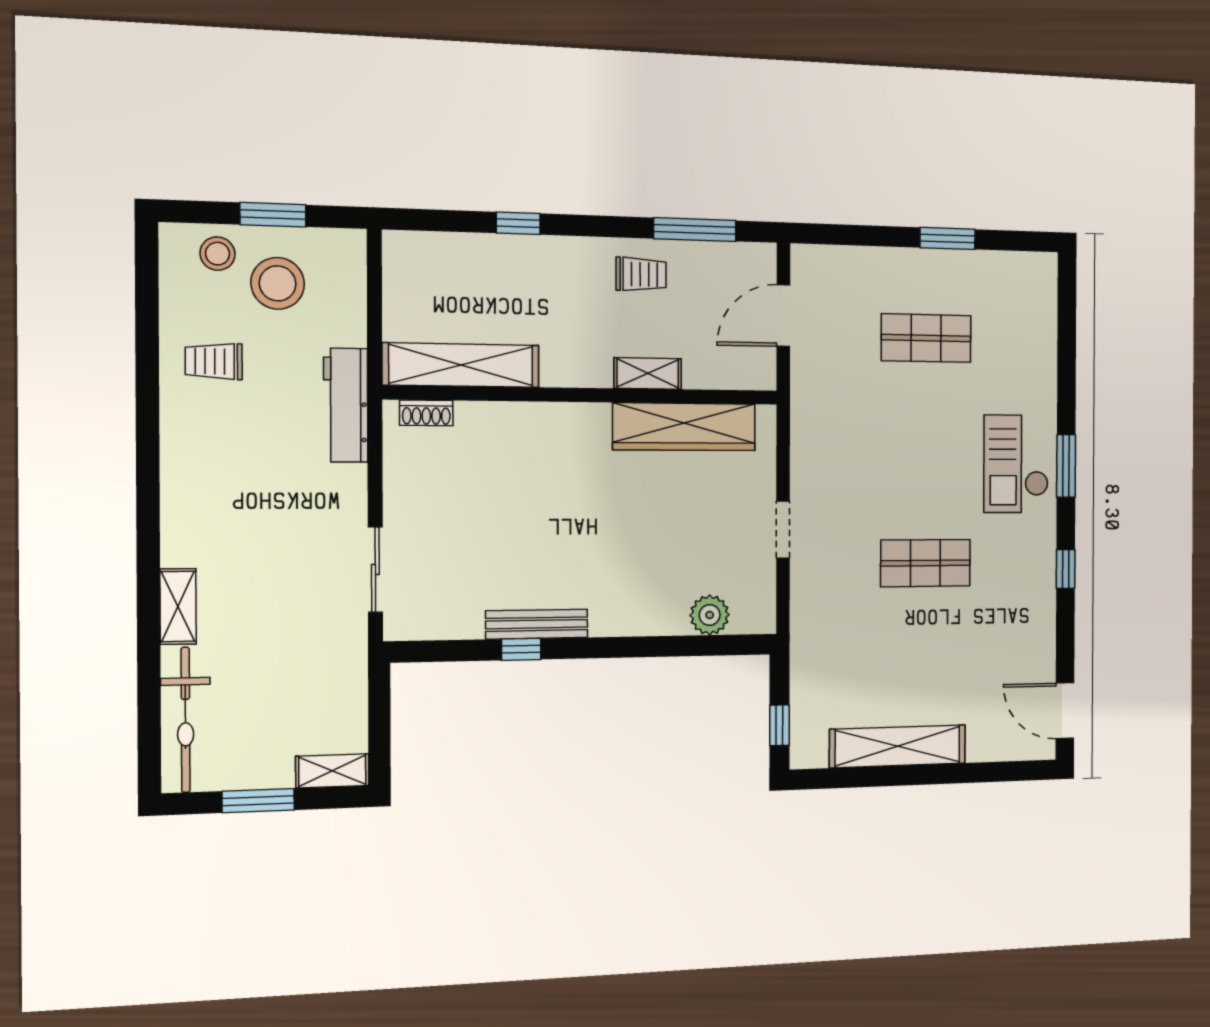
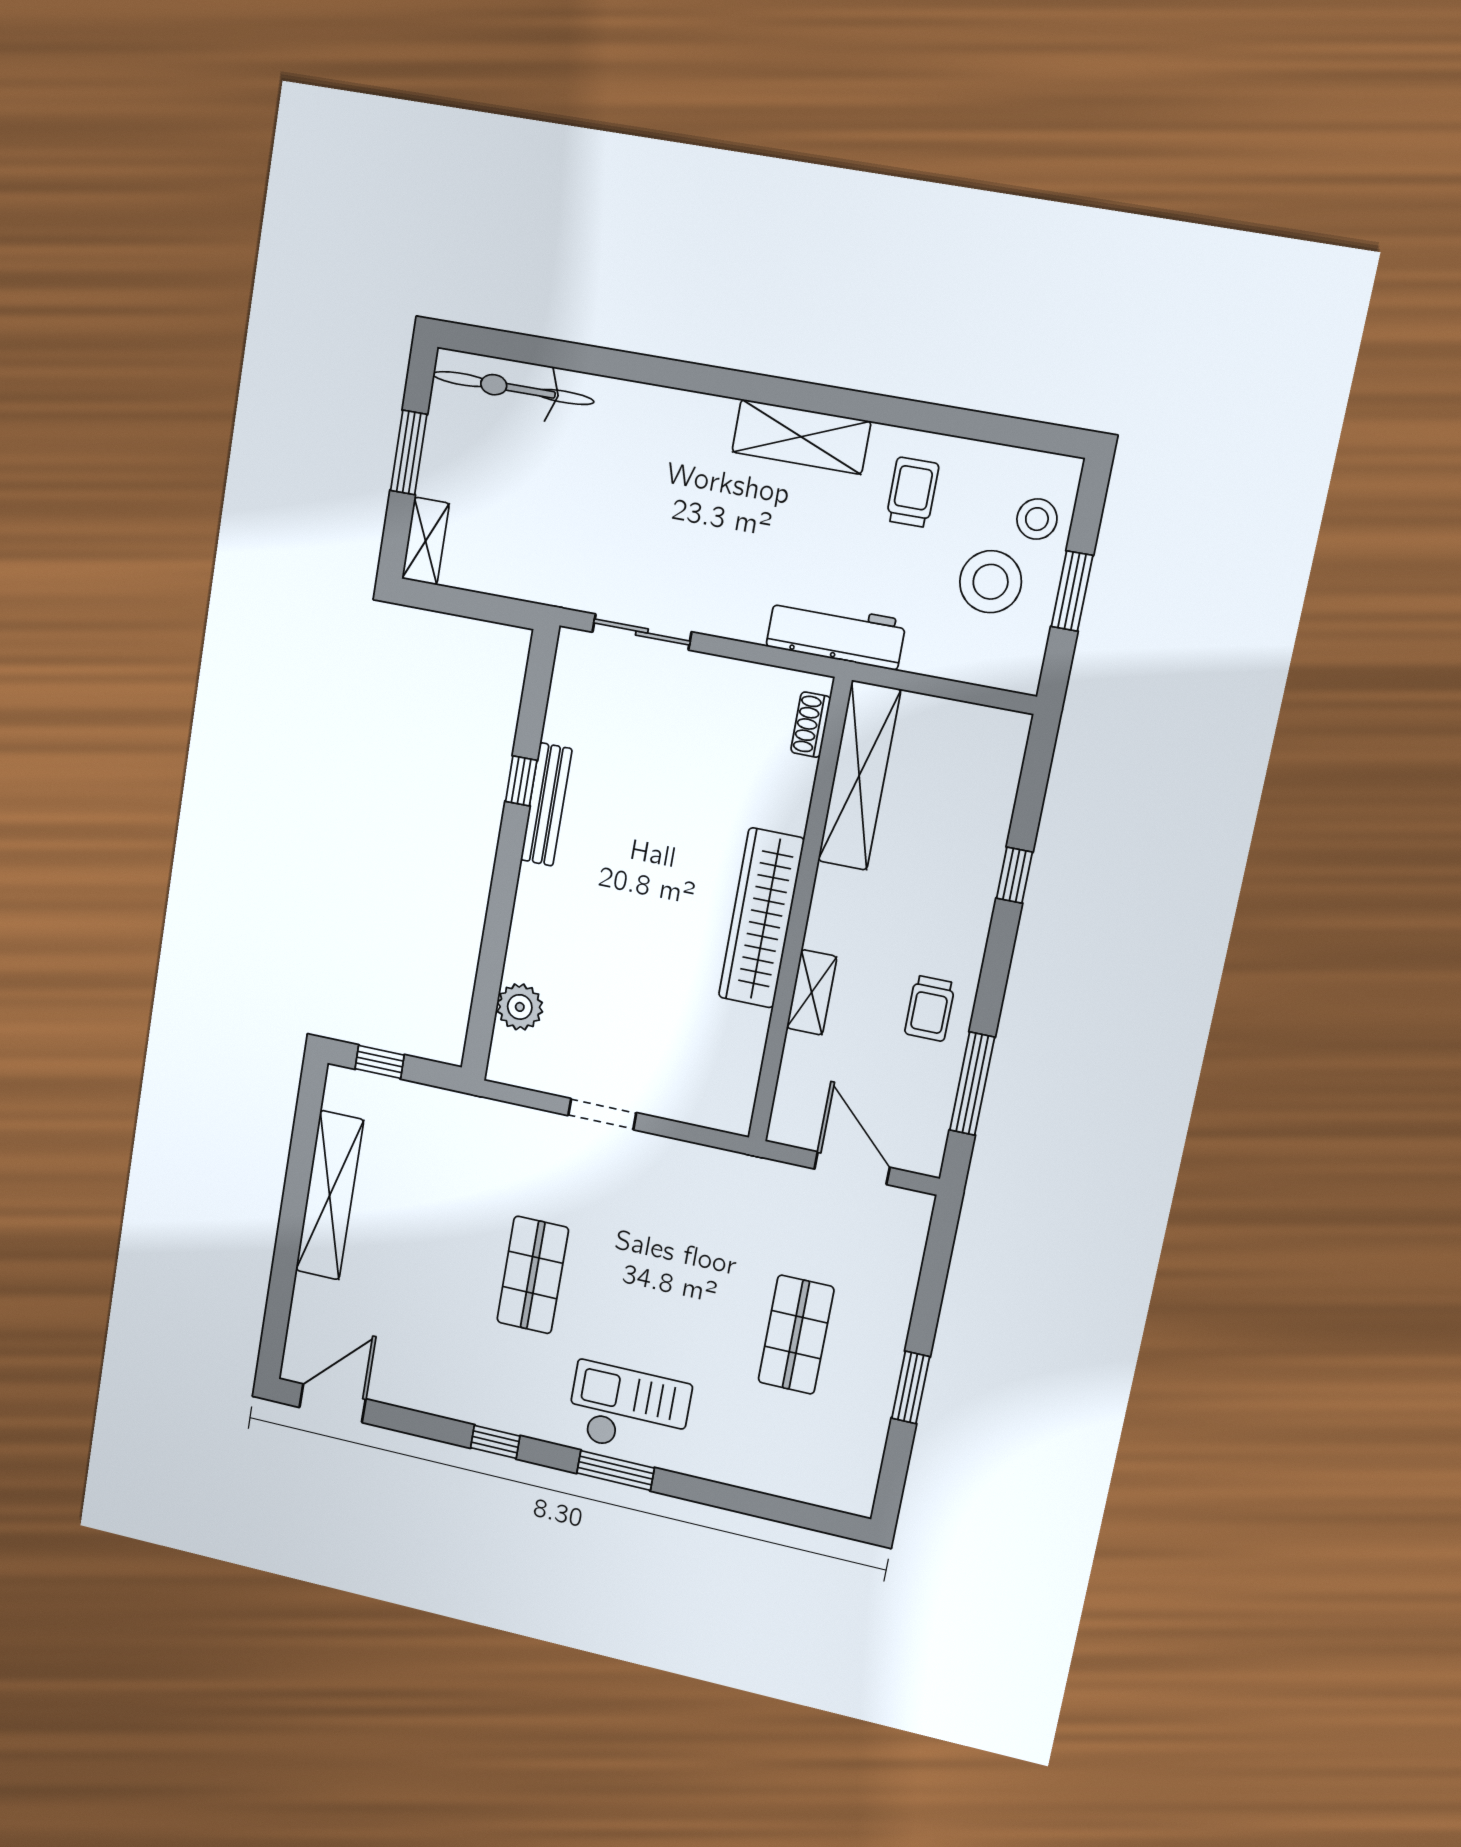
wardrobe: (684, 427) -> (761, 918), moved
shelving: (178, 606) -> (801, 437), moved, width x1.50, depth x1.33

